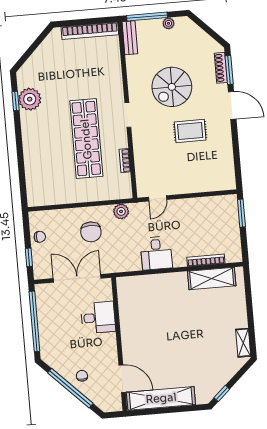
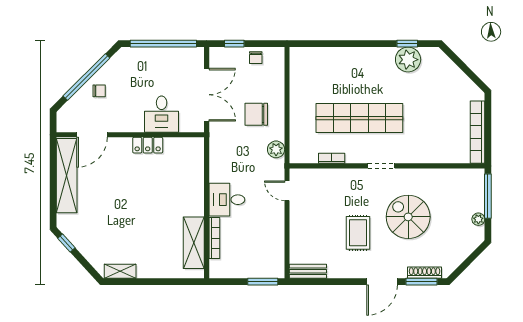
bench: (130, 38) -> (308, 271), moved
desk: (156, 253) -> (227, 200), moved
locker: (127, 328) -> (148, 145), added

